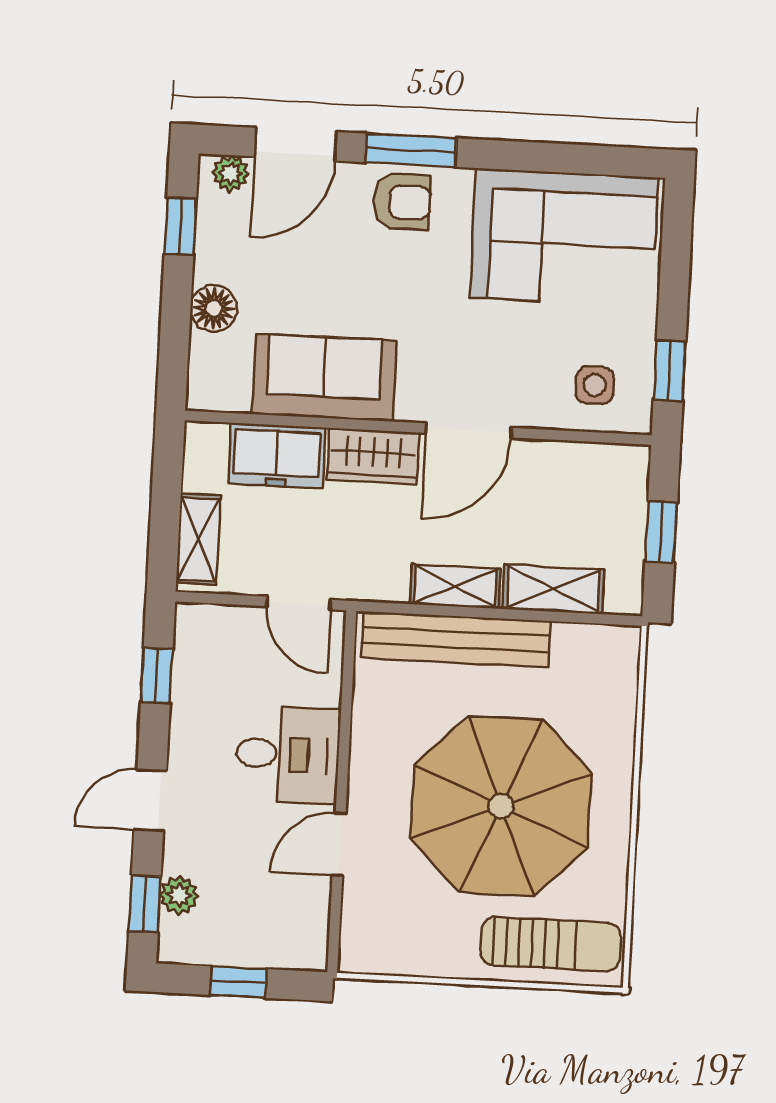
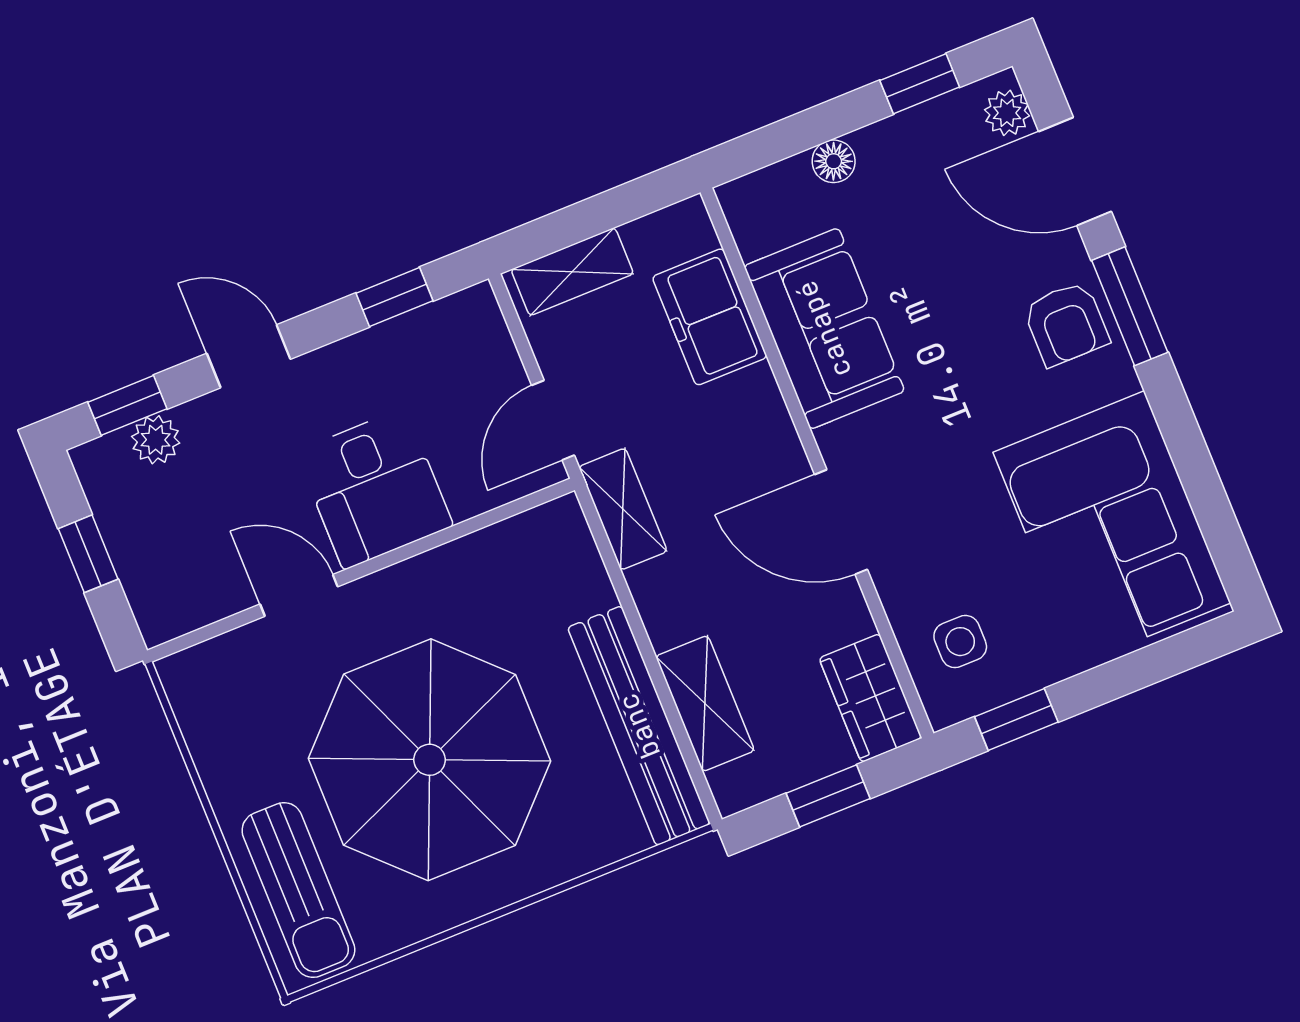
floor lamp: (214, 308) -> (834, 161), width x0.73, depth x0.73
wardrobe: (373, 456) -> (870, 698), moved
shelving: (455, 586) -> (623, 509), moved
bench: (456, 639) -> (639, 726), moved

